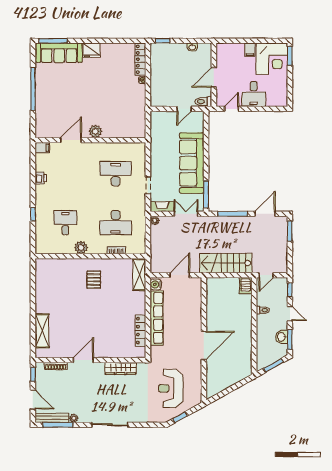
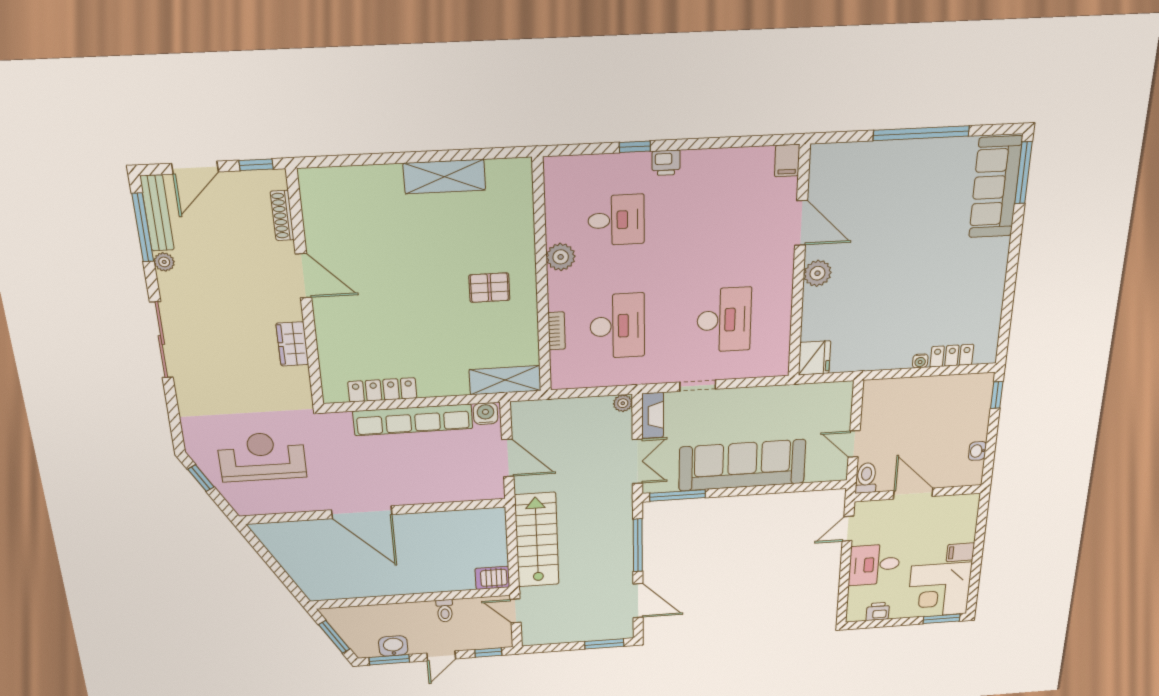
fridge: (91, 50) -> (814, 358), moved, turned 180
locker: (140, 59) -> (952, 356), width x0.66
printer: (282, 90) -> (878, 611), added
door: (231, 109) -> (848, 529), swing flipped
printer: (41, 178) -> (666, 163), moved
desk: (116, 223) -> (617, 326), turned 180
shelving: (42, 331) -> (444, 177), moved
wardrobe: (121, 368) -> (292, 344), width x0.67

